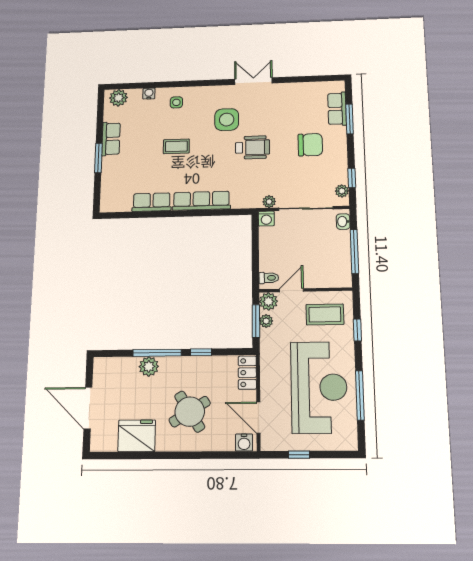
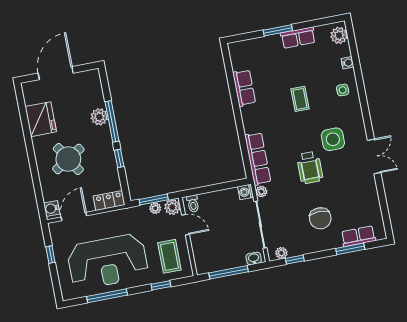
row of seats: (201, 201) -> (258, 159), moved

